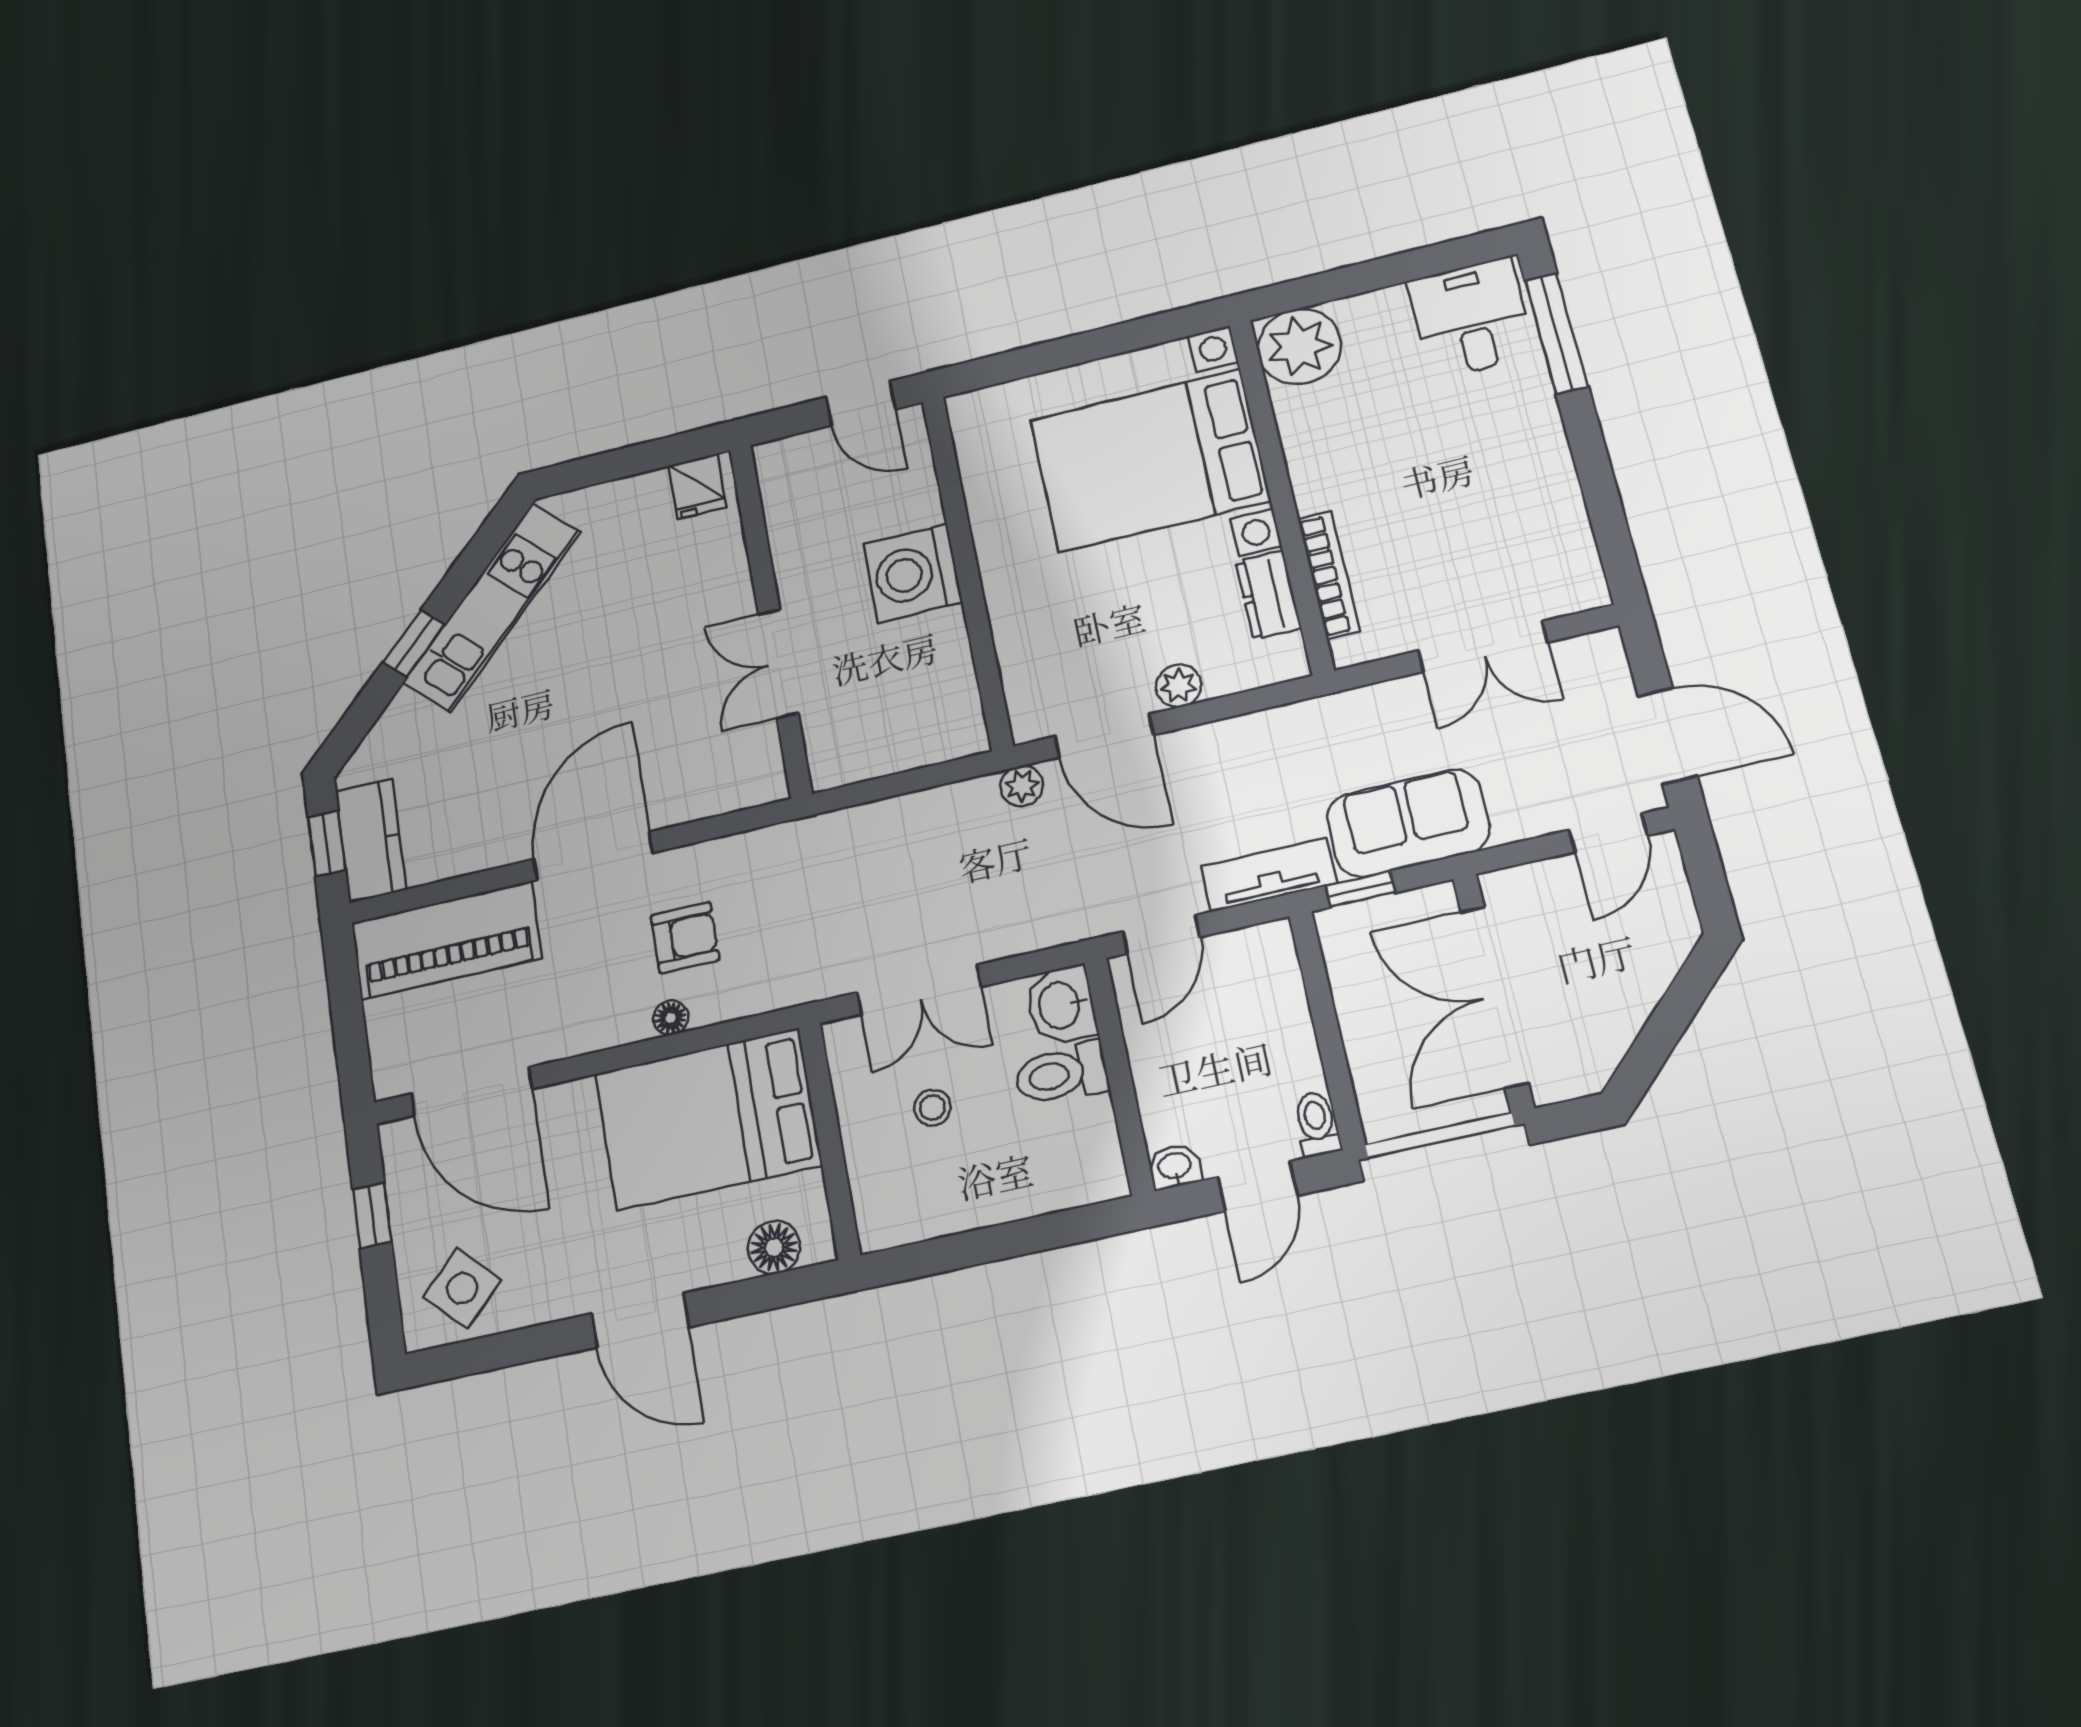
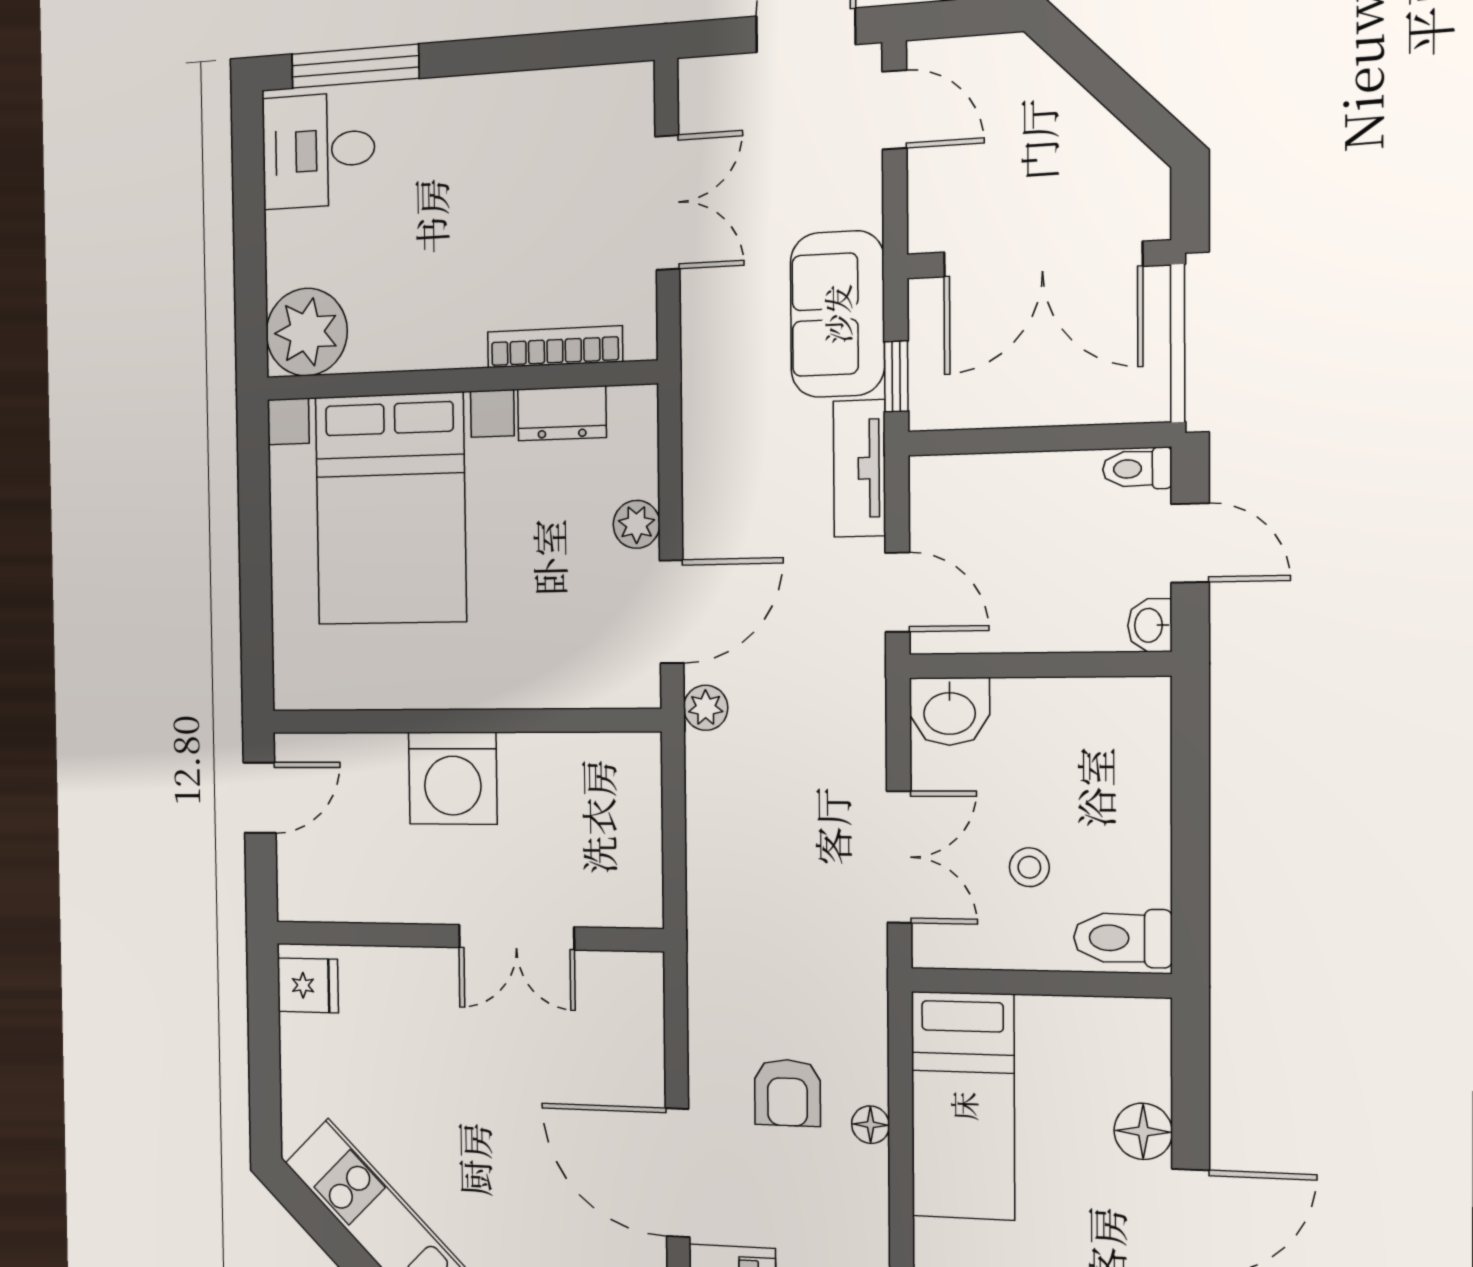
armchair: (685, 938) -> (787, 1093), turned 180
toilet: (1061, 1074) -> (1123, 938), moved, turned 90
bed: (708, 1119) -> (963, 1106), width x0.67
floor lamp: (774, 1247) -> (1143, 1131), moved

